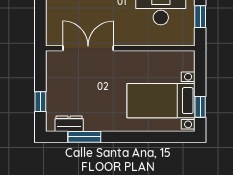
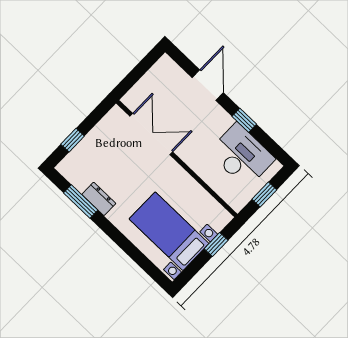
window: (200, 107) -> (216, 245), moved
dresser: (69, 124) -> (99, 199), moved

